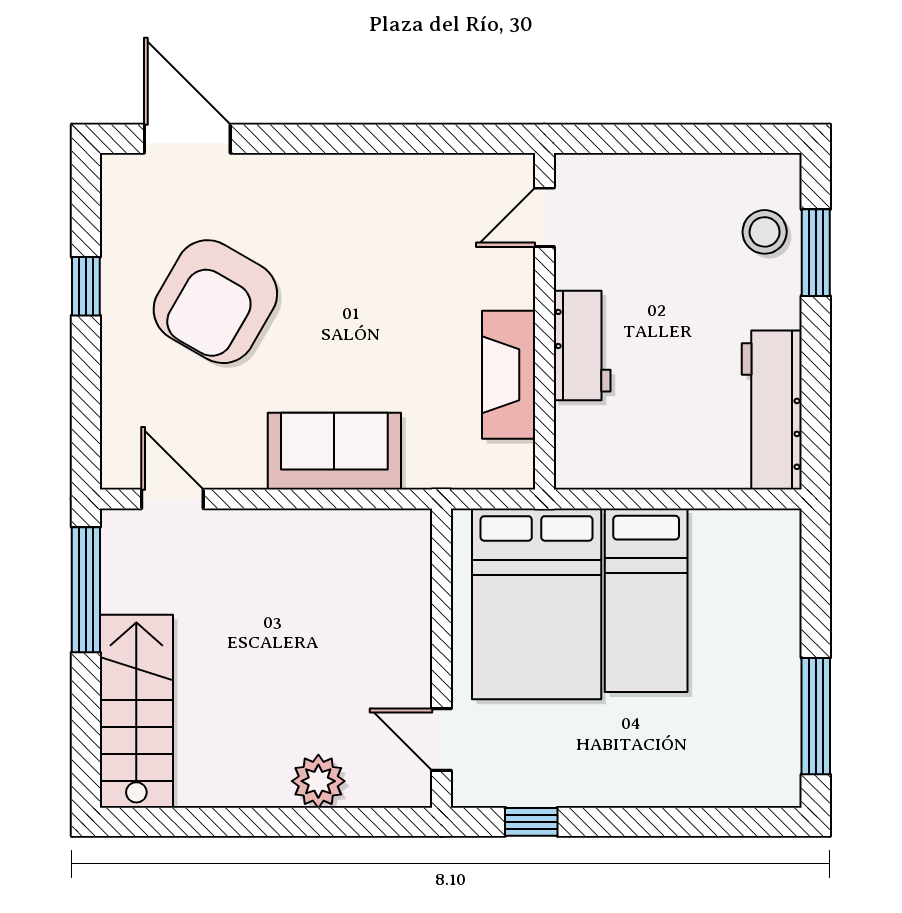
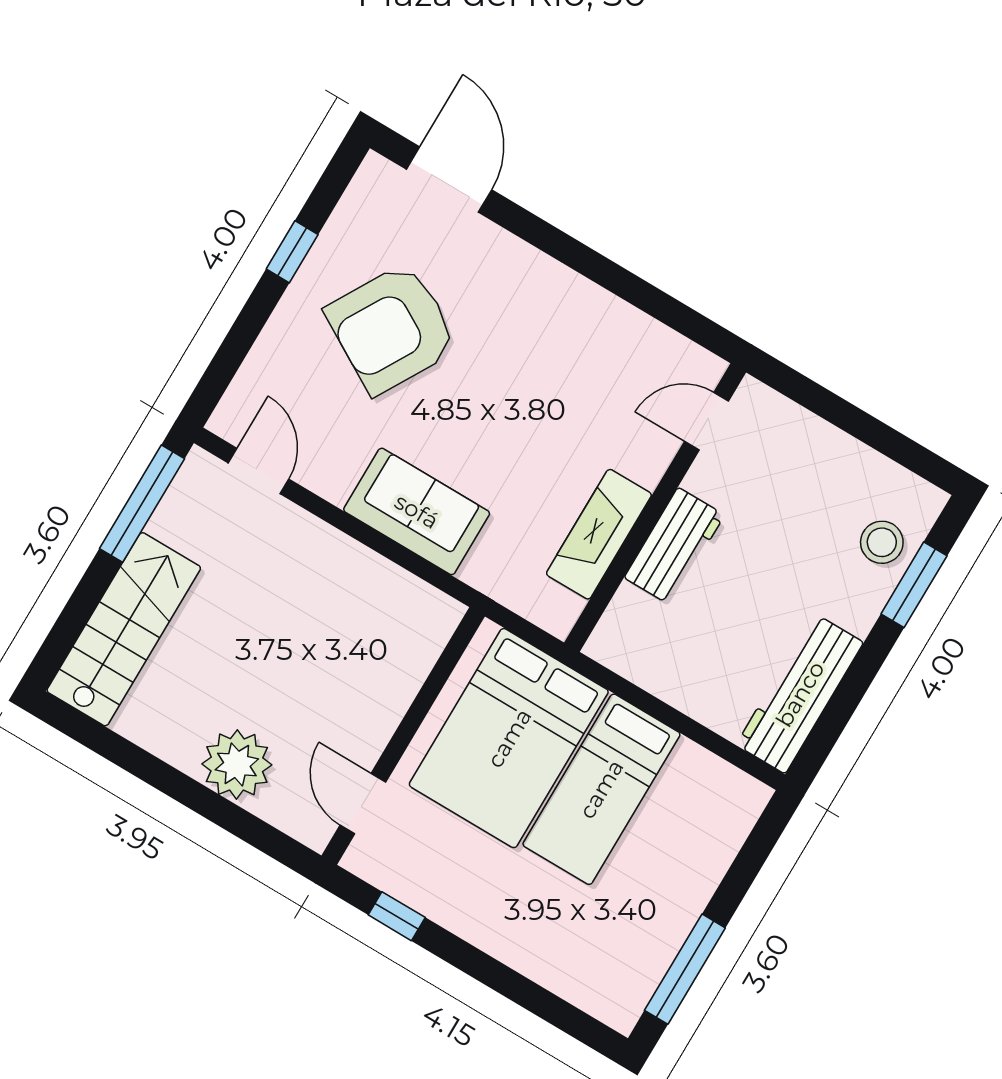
plant: (318, 781) -> (237, 764), width x1.36, depth x1.36

